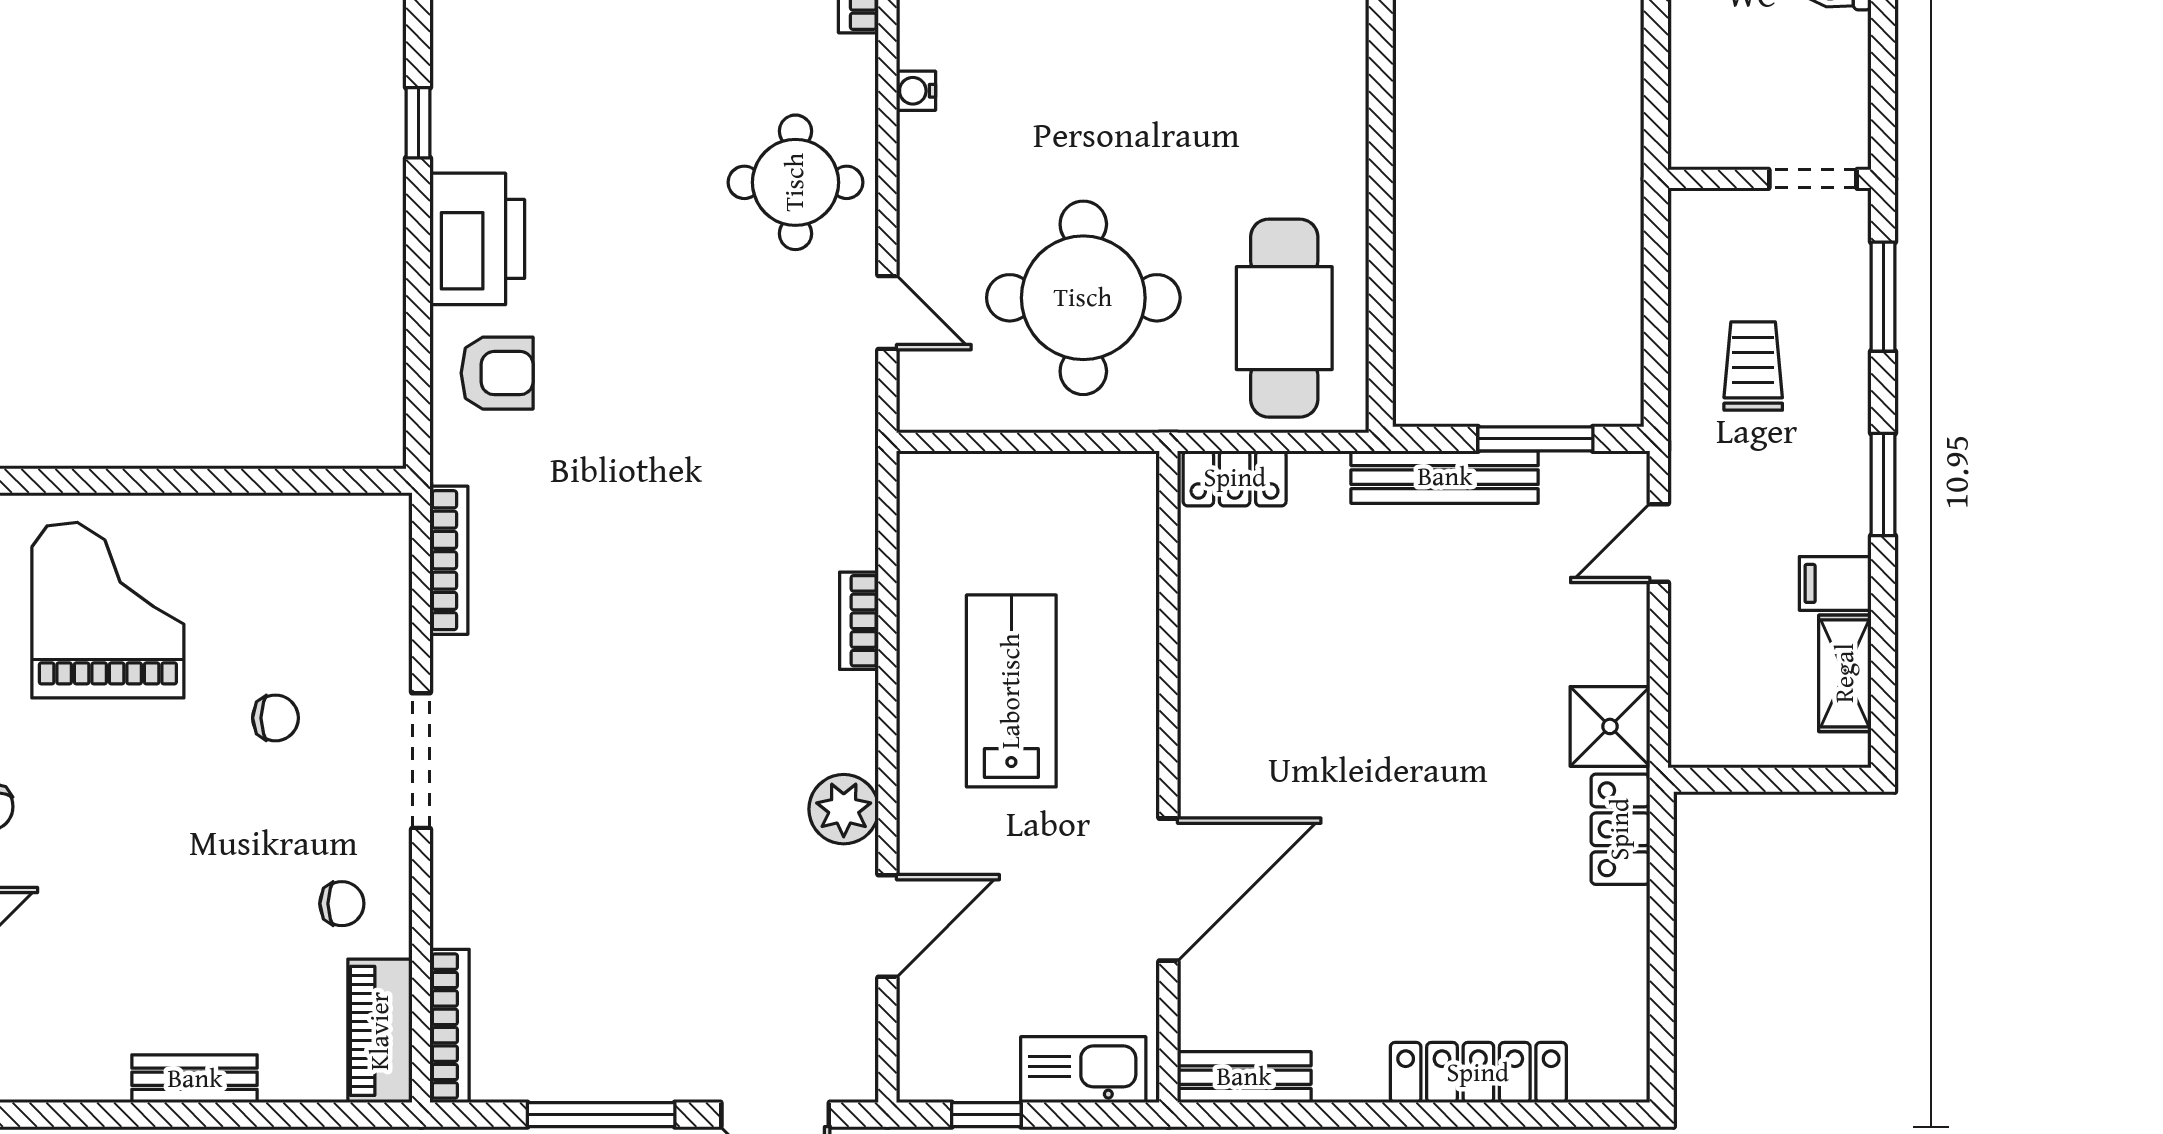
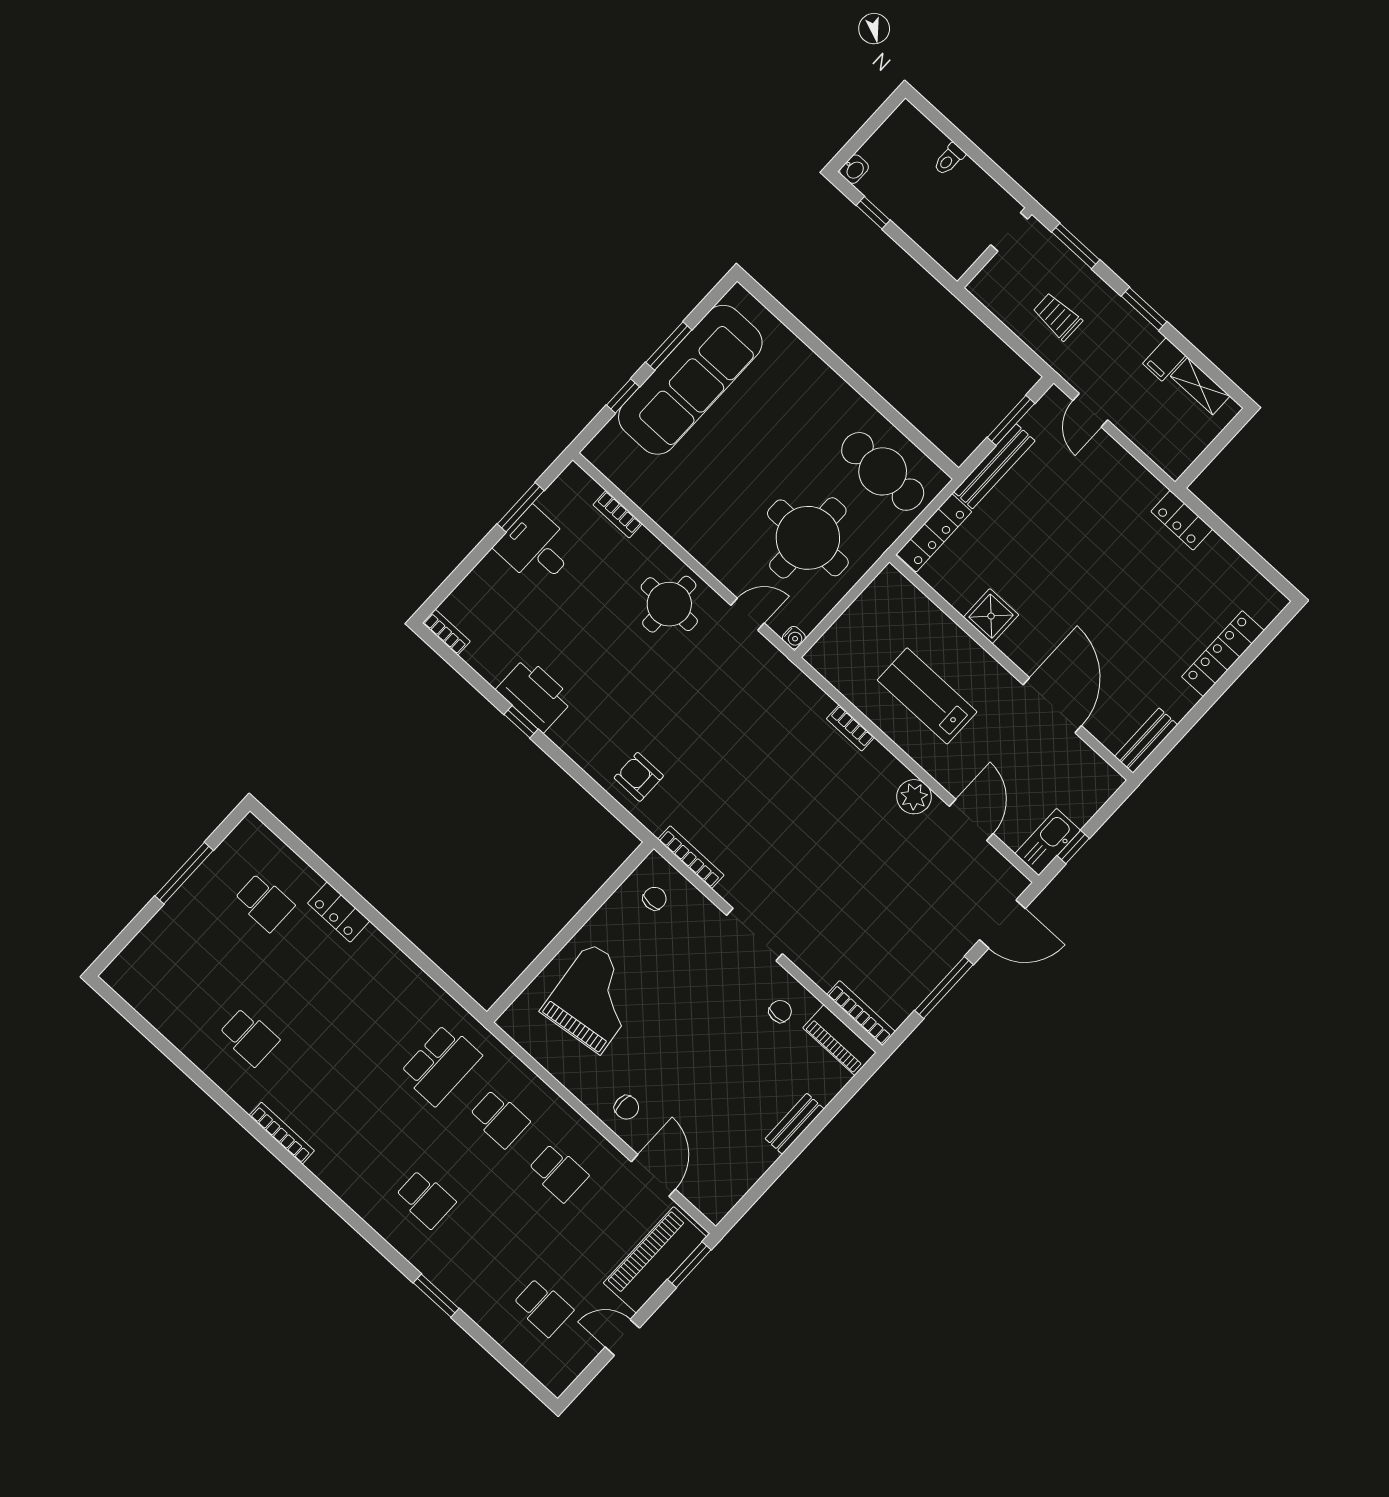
water cooler: (916, 91) -> (794, 638), moved, turned -90
printer: (477, 239) -> (535, 695), moved
armchair: (497, 373) -> (639, 777), turned -90
locker: (1235, 478) -> (934, 533), width x1.53
grand piano: (108, 610) -> (595, 998), turned 83
chair: (276, 718) -> (655, 899), moved
shower: (1610, 726) -> (991, 616), moved
kitchen sink: (1083, 1070) -> (1048, 842), moved

